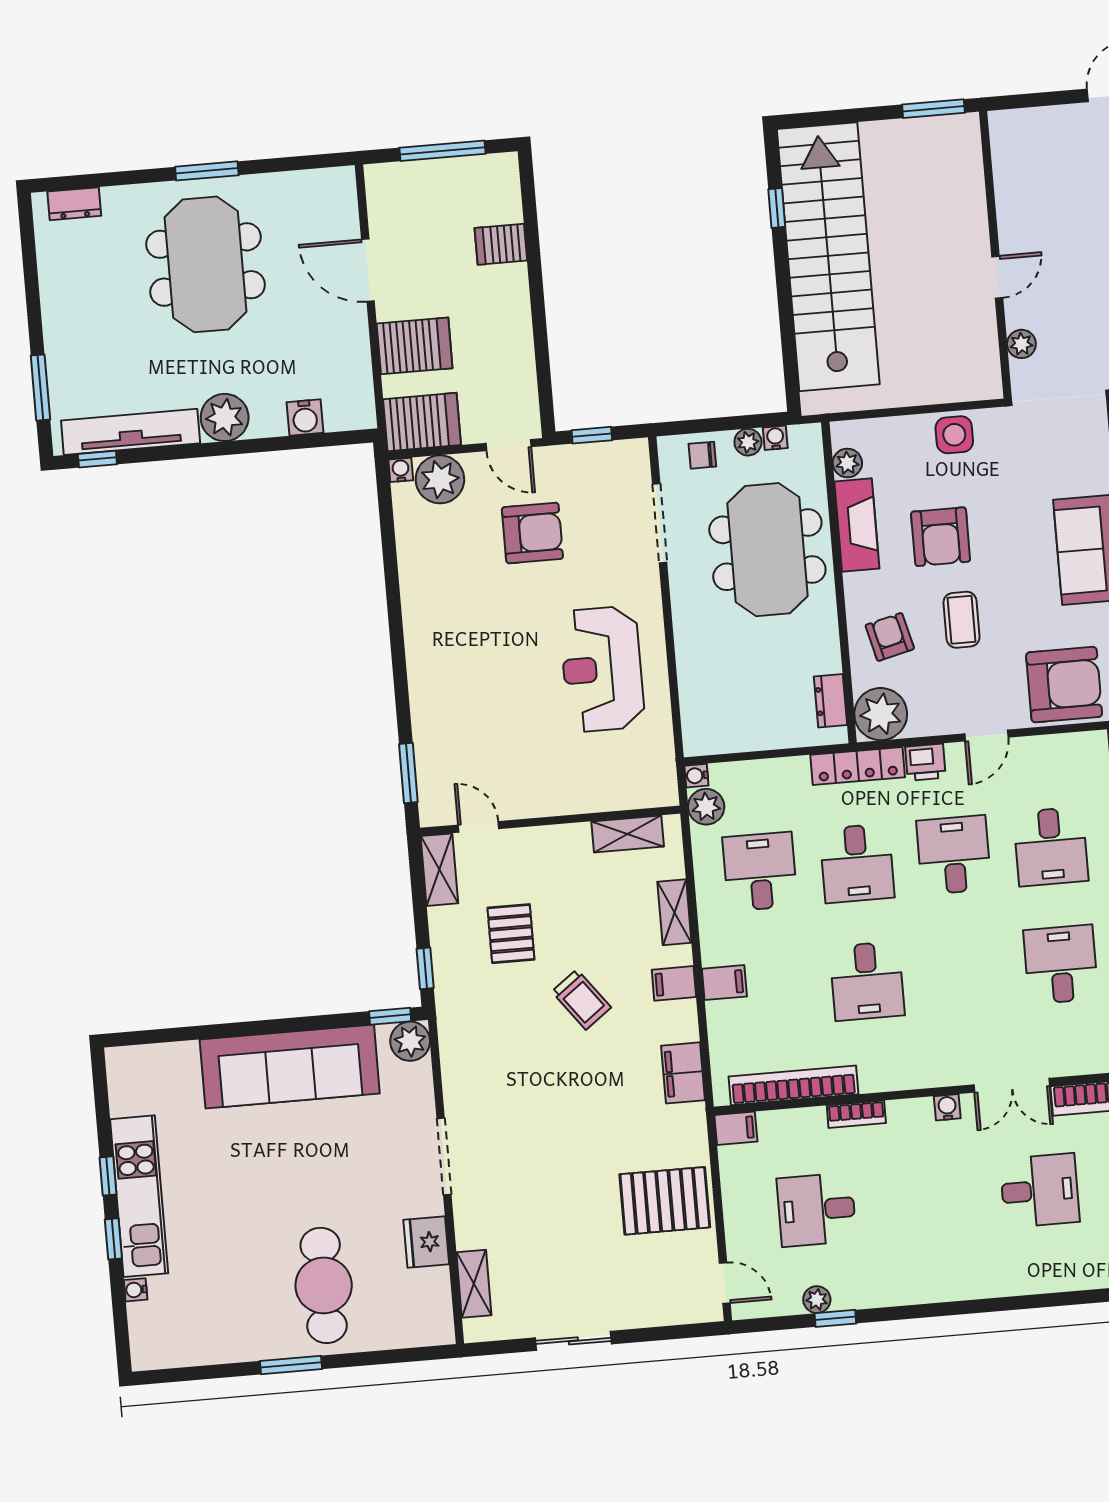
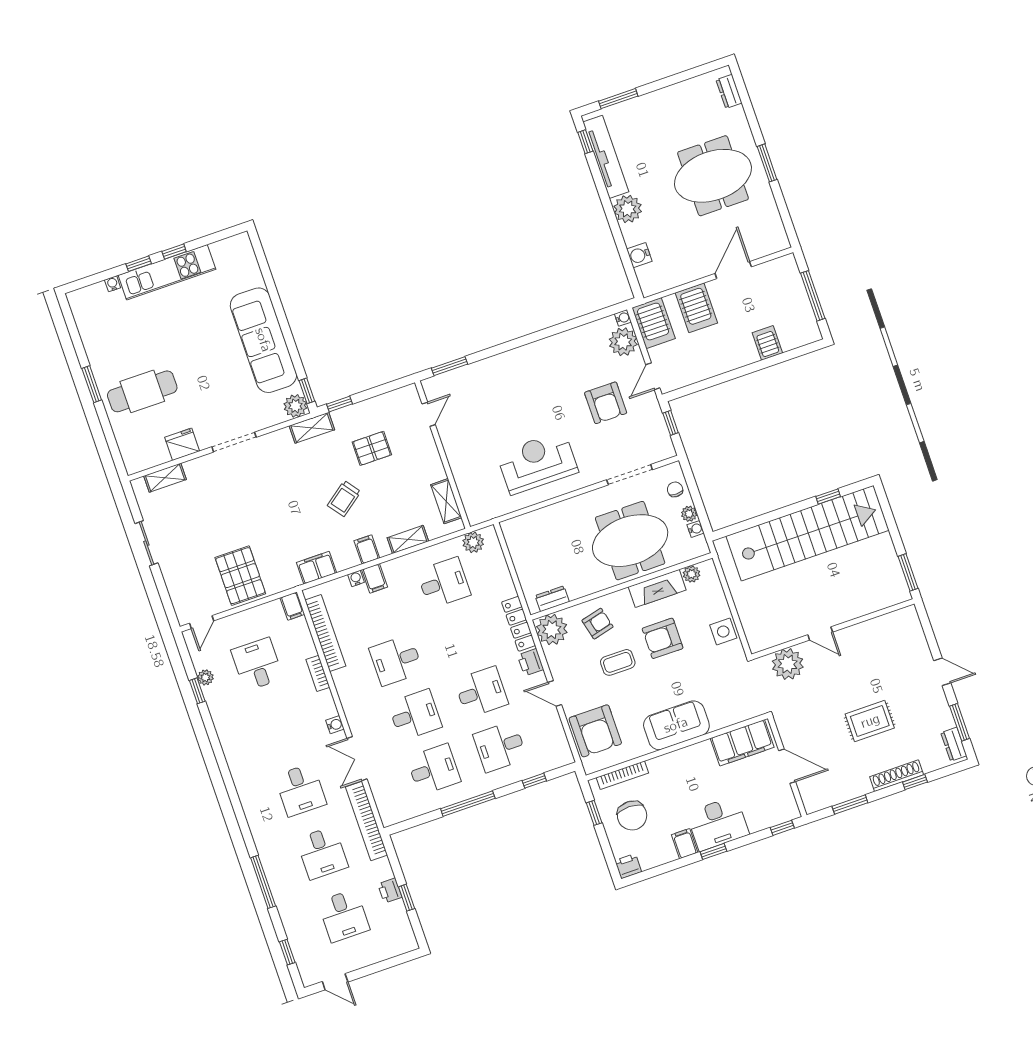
plant: (1021, 344) -> (788, 664), width x1.87, depth x1.87
water cooler: (696, 776) -> (356, 578), moved
desk: (857, 863) -> (415, 715), moved, turned 180
shelving: (439, 870) -> (312, 428), moved

